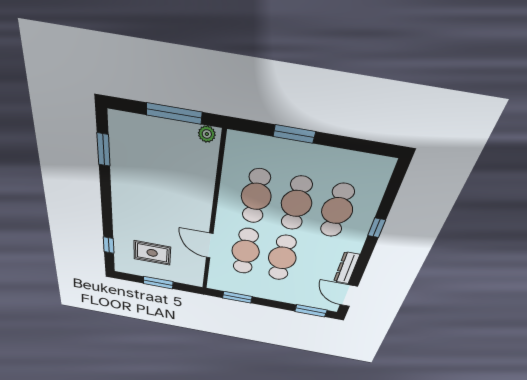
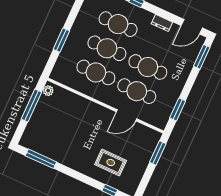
window: (104, 150) -> (41, 159), width x1.44
rug: (152, 253) -> (111, 162), moved, turned 90
dresser: (347, 268) -> (162, 23), width x0.70
window: (158, 283) -> (158, 153), moved

